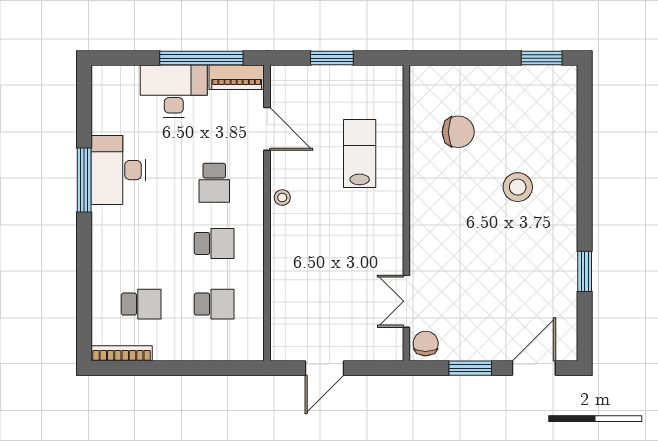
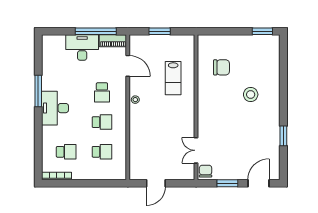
lab bench: (360, 153) -> (173, 78), turned 180
desk: (118, 170) -> (55, 108), moved

